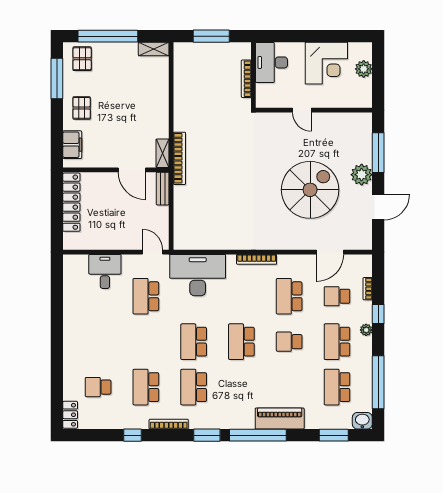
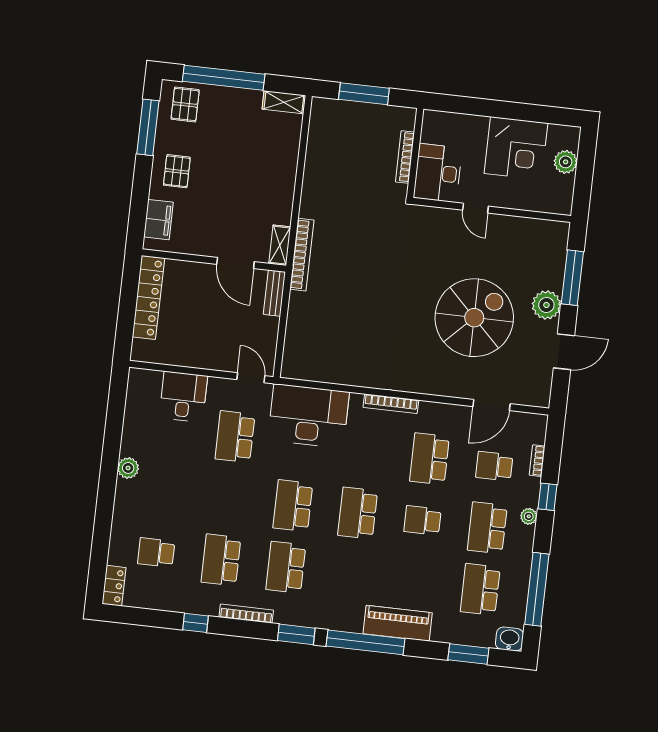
desk: (272, 62) -> (438, 173), moved
plant: (71, 328) -> (128, 468), added

